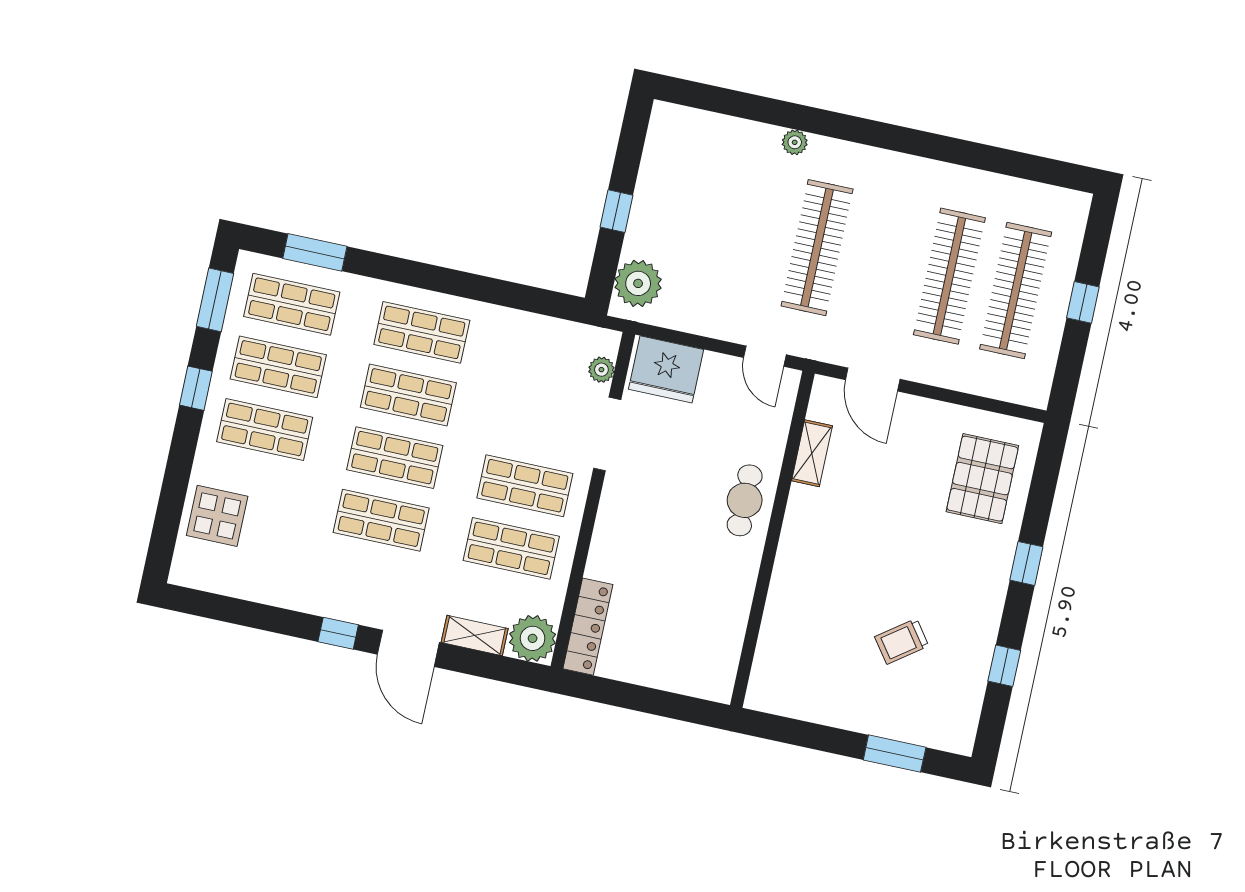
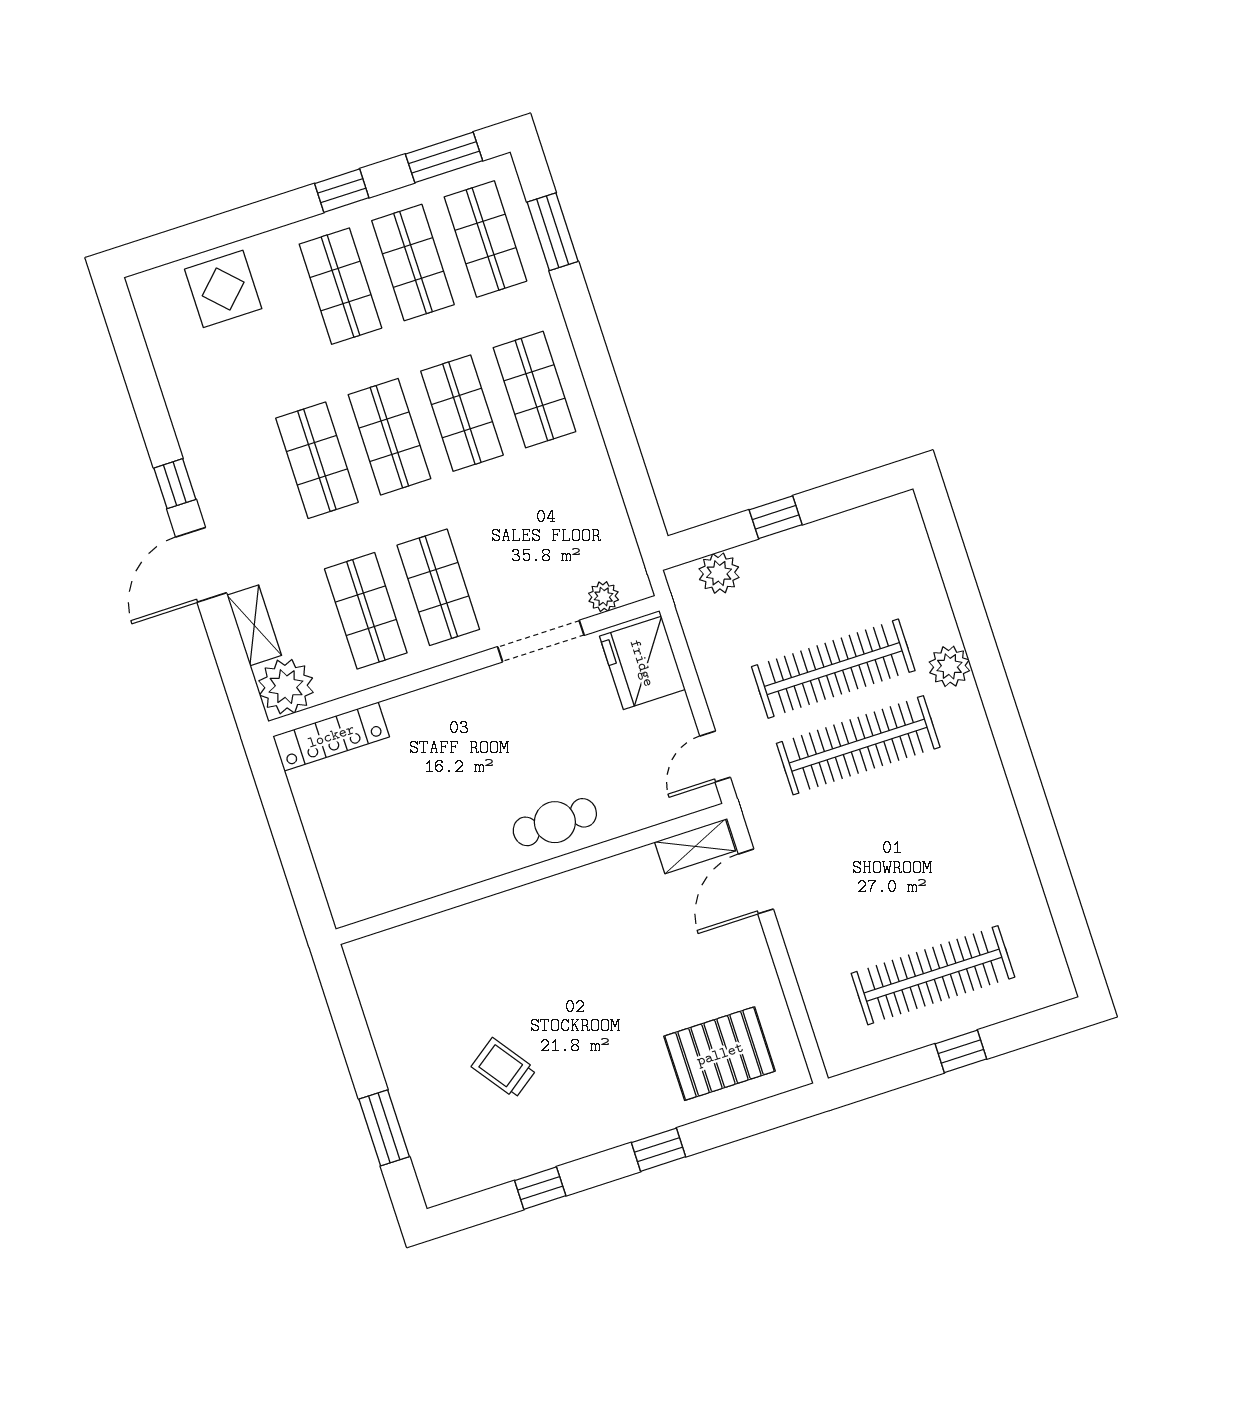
plant: (795, 142) -> (949, 666), width x1.38, depth x1.38
clothes rail: (949, 276) -> (833, 669), moved
plant: (638, 283) -> (719, 573), width x0.73, depth x0.73
shelving: (812, 453) -> (695, 846), moved

